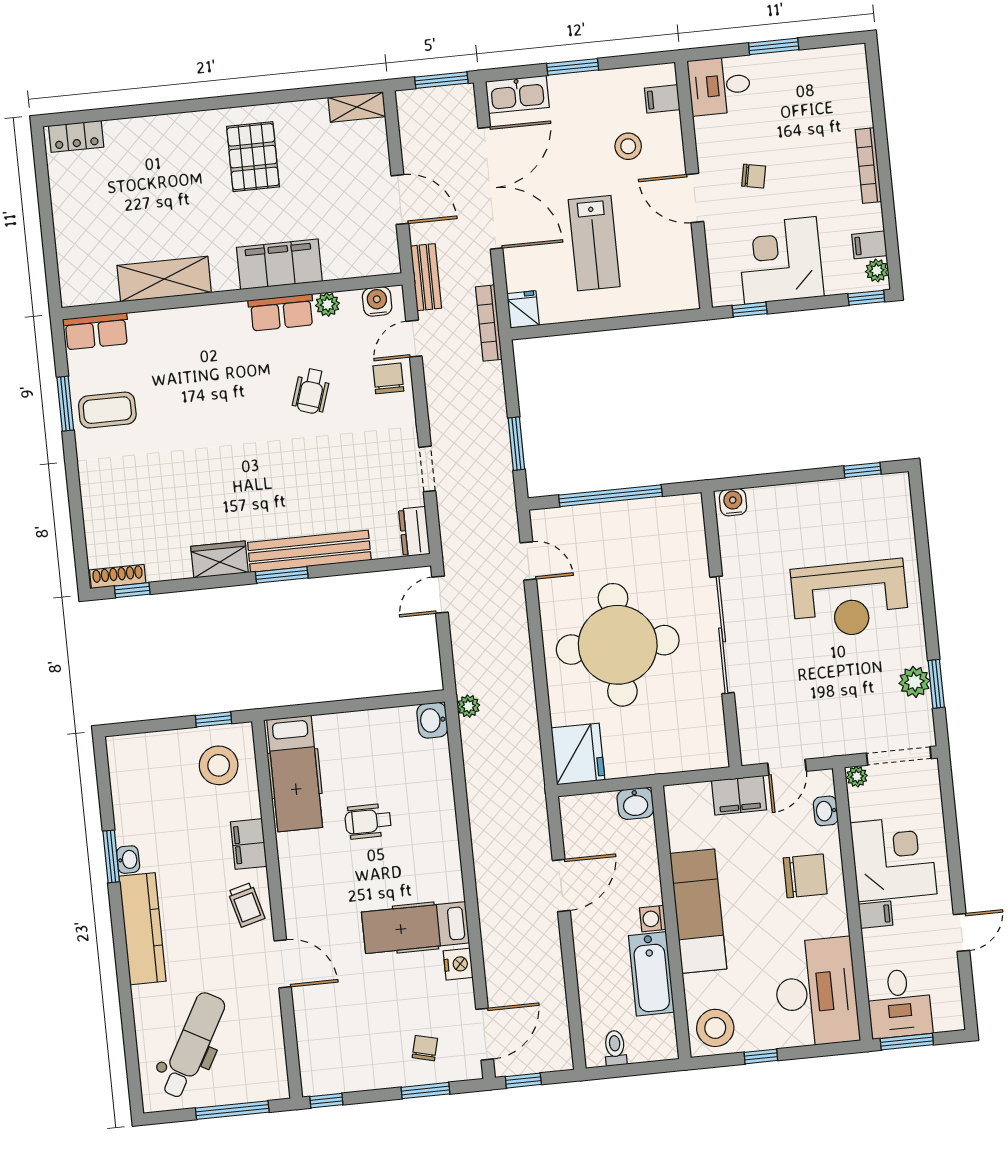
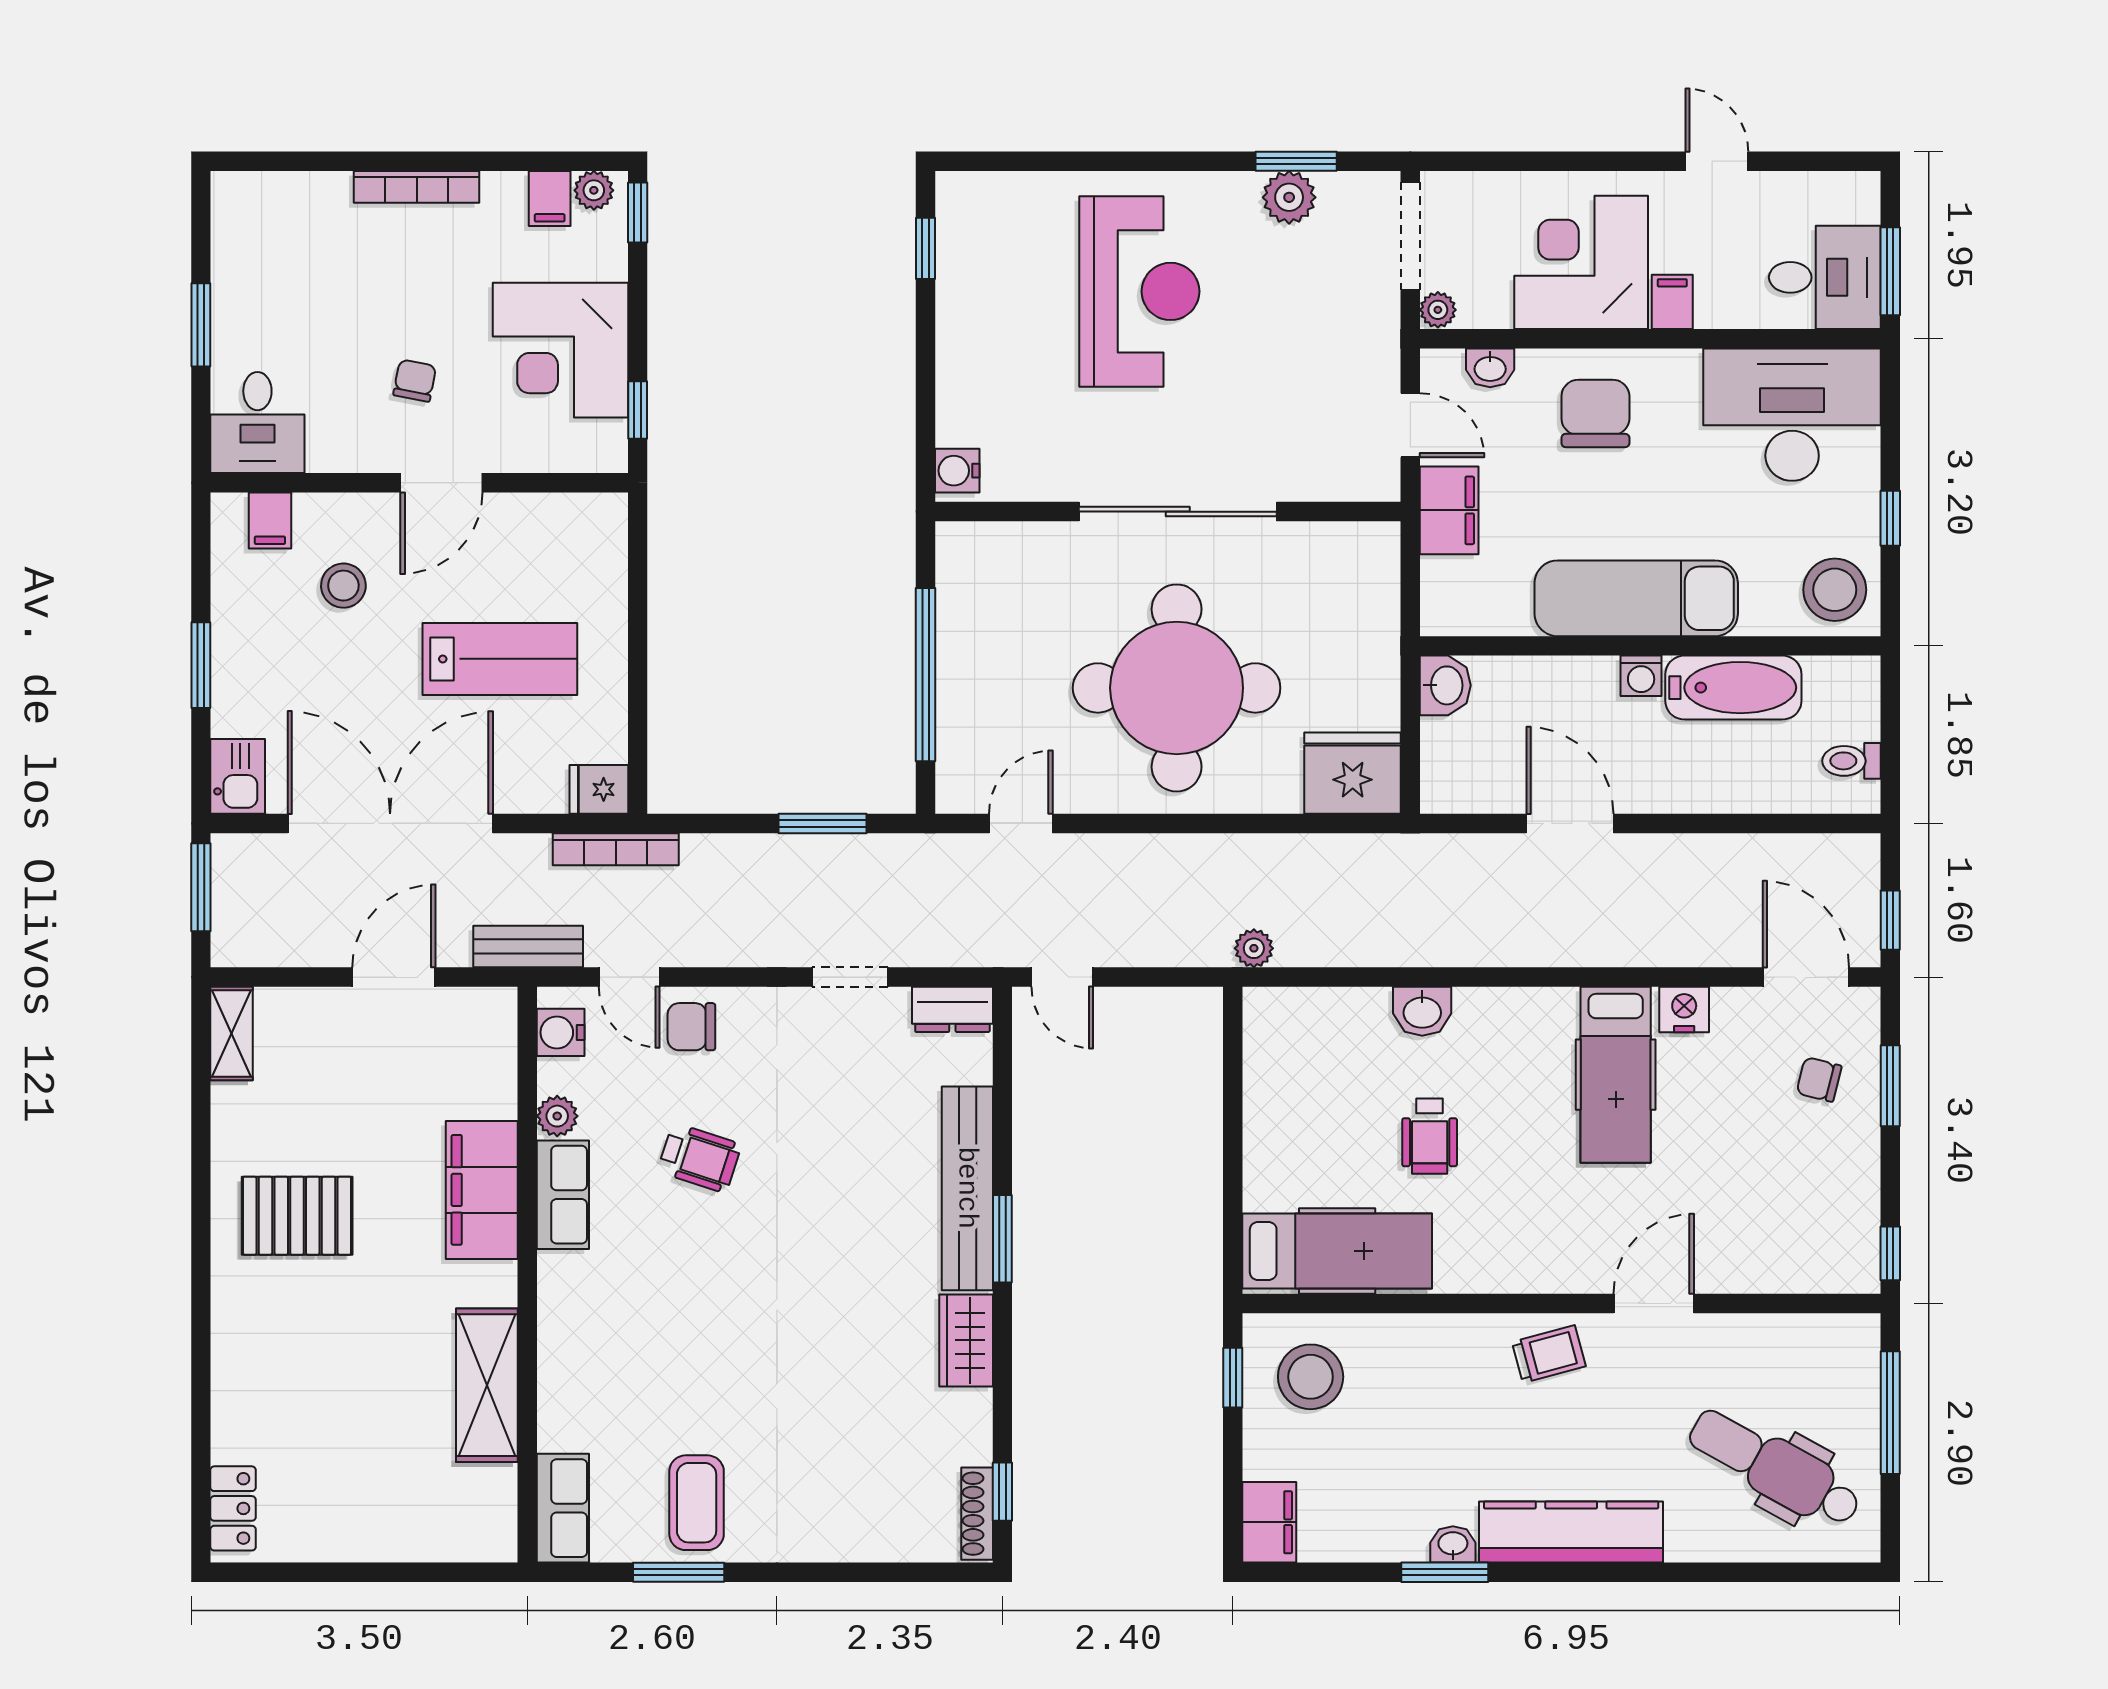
kitchen sink: (517, 94) -> (238, 776), width x0.73
washbasin: (432, 720) -> (1422, 1011), moved
filing cabinet: (249, 844) -> (1269, 1522), moved, turned -90

